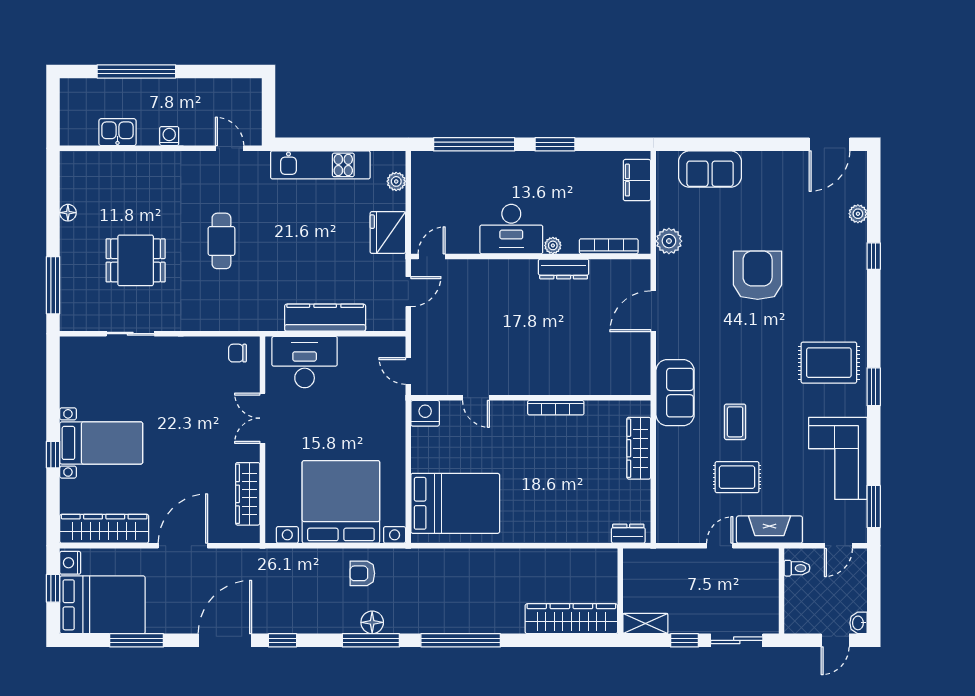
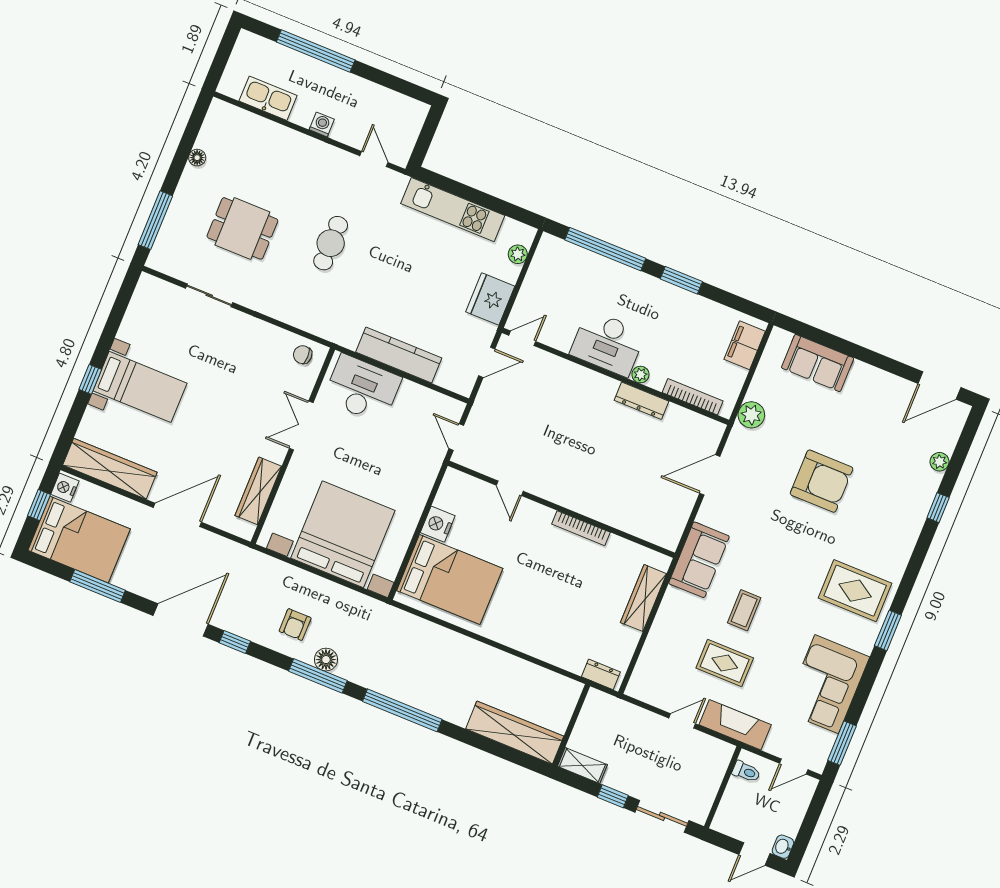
kitchen sink: (117, 132) -> (268, 98), width x1.38
armchair: (758, 275) -> (822, 481), turned 90
nightstand: (425, 413) -> (438, 524), moved, turned -90
armchair: (362, 573) -> (295, 625), moved, turned -90

